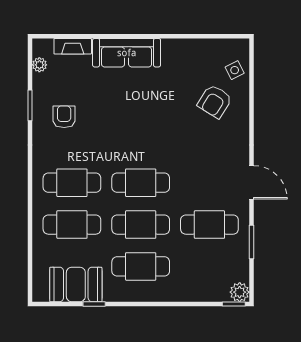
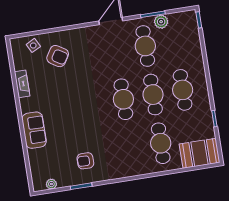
fireplace: (73, 46) -> (22, 84), moved
sofa: (127, 53) -> (34, 130), width x0.73
cafe table: (72, 183) -> (131, 148), removed
booth: (76, 284) -> (200, 153), moved, turned 90
plant: (240, 292) -> (161, 22), moved

